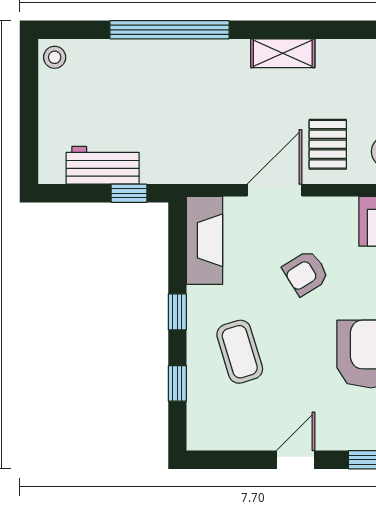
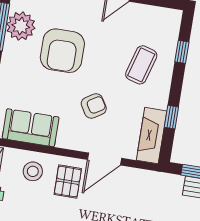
window: (177, 312) -> (171, 117), moved
coffee table: (240, 352) -> (141, 65), turned 33

